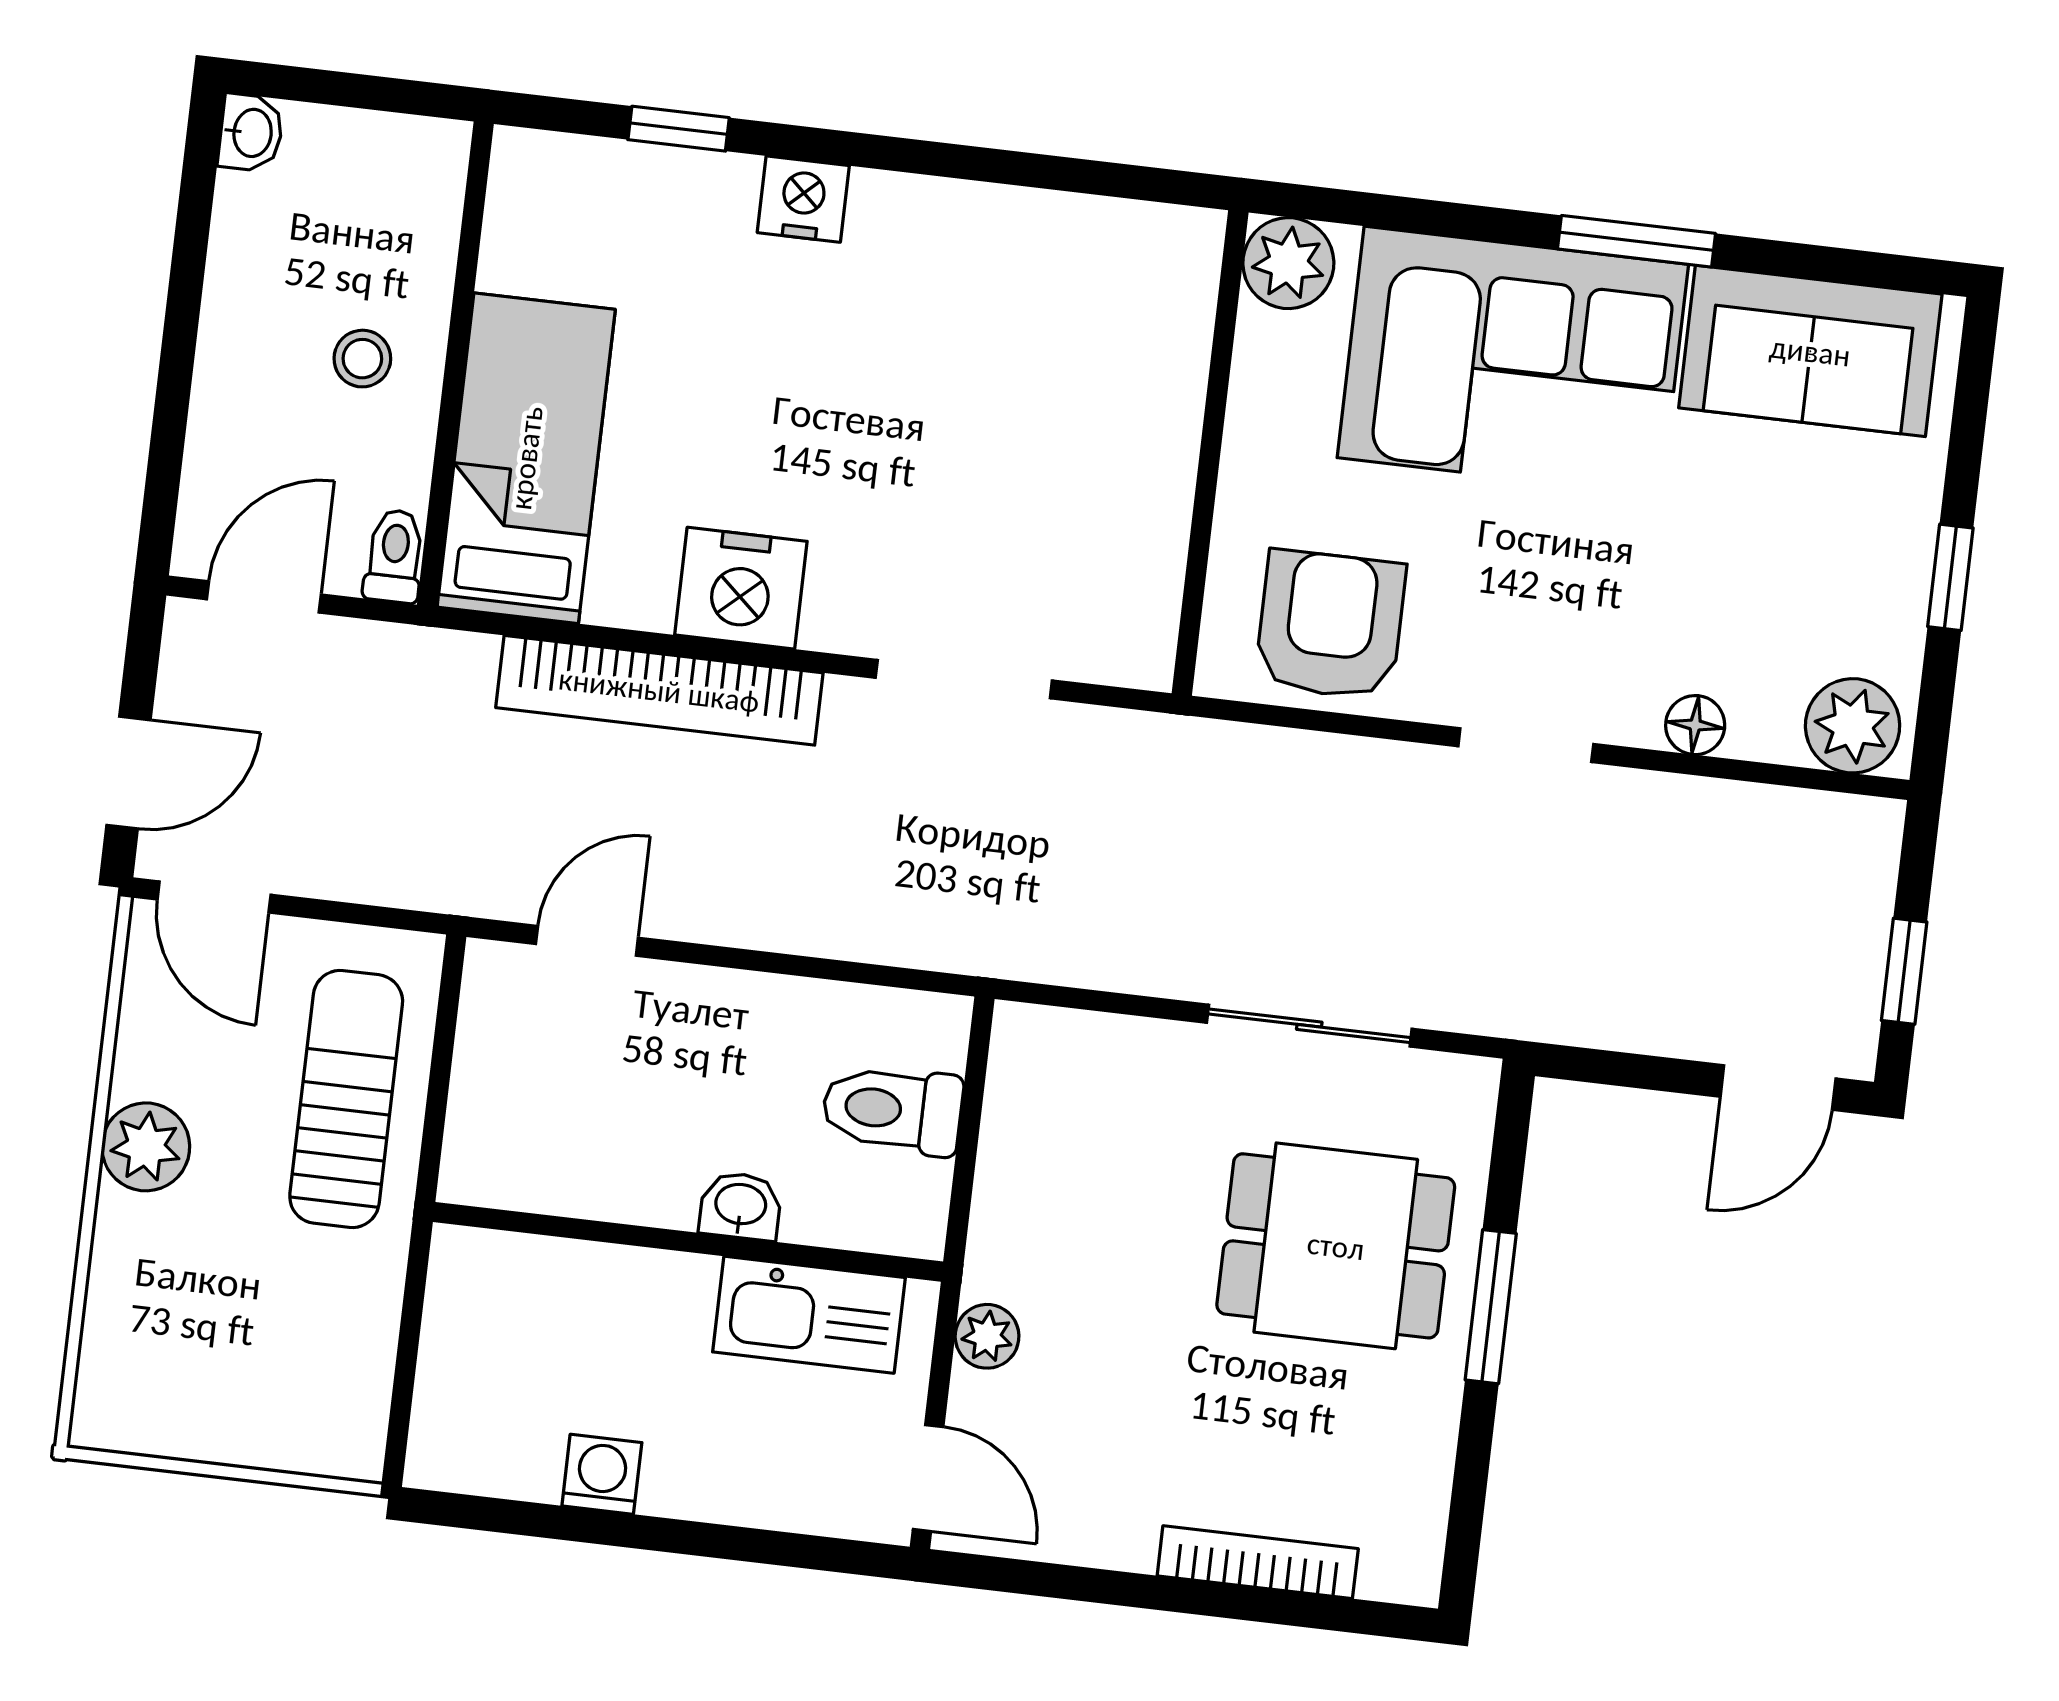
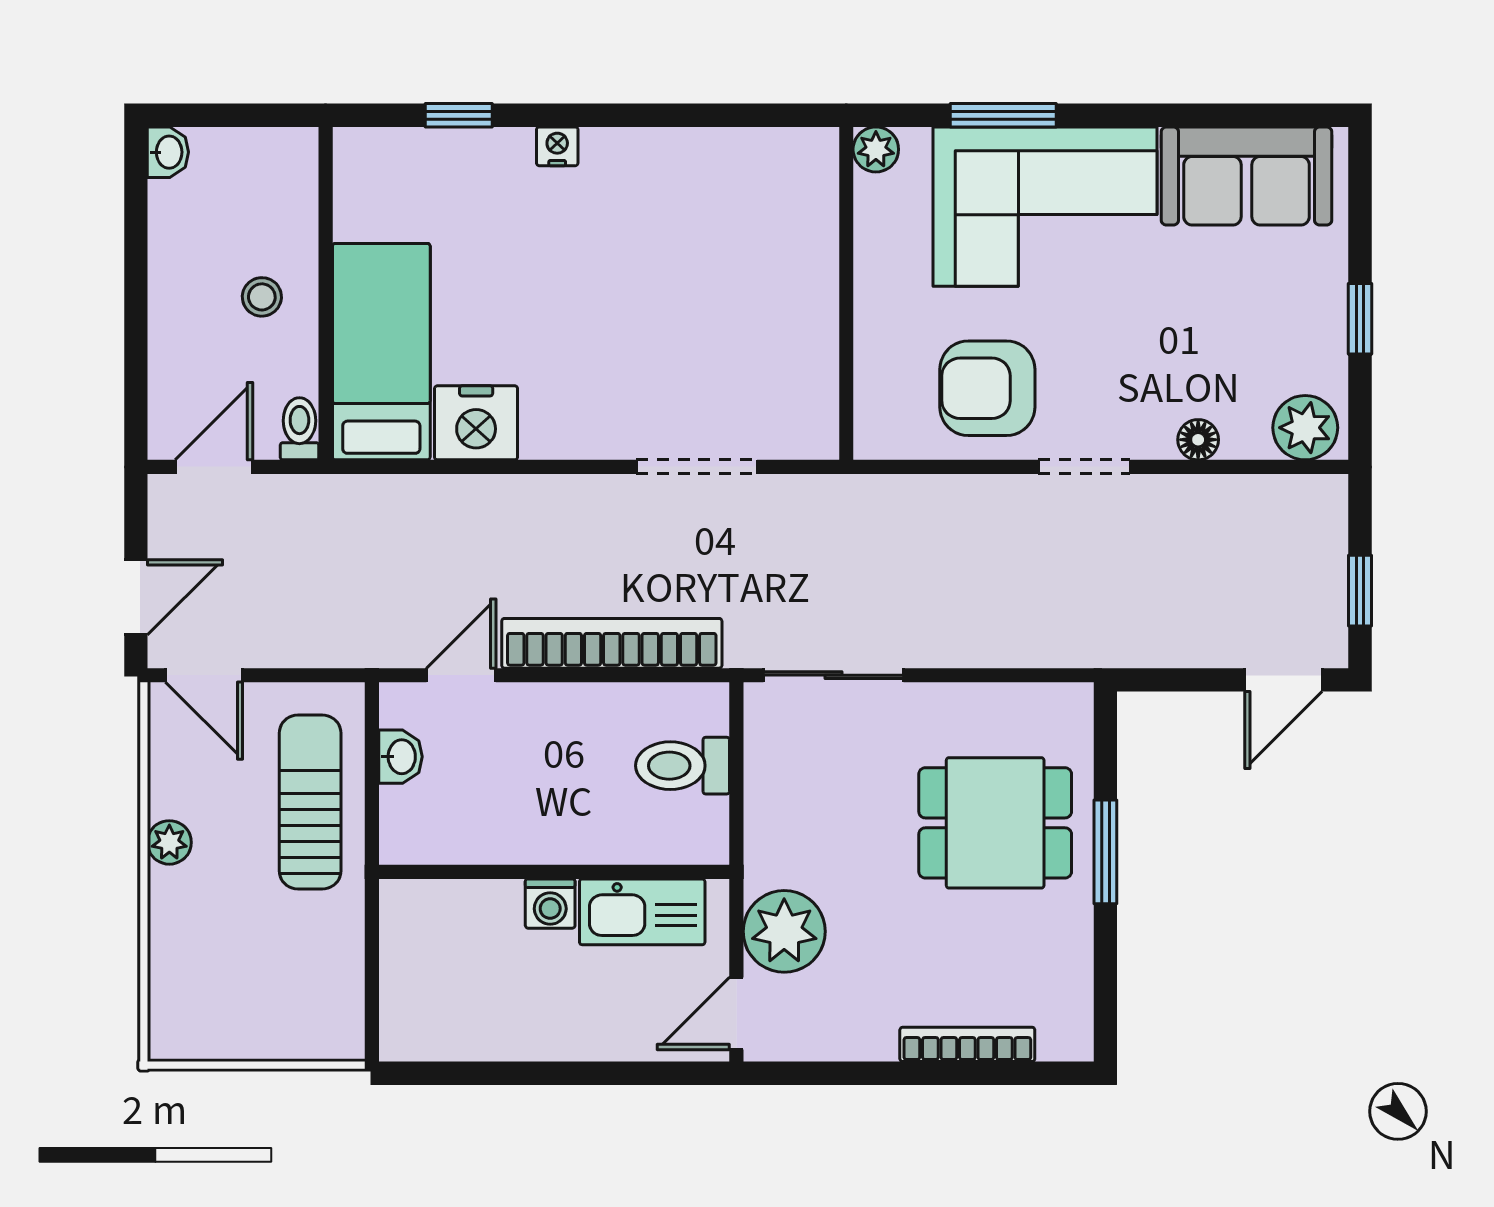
nightstand: (803, 199) -> (557, 146), width x0.72, depth x0.74
window: (1636, 241) -> (1003, 115), moved
plant: (1288, 263) -> (876, 149), width x0.73, depth x0.73
nightstand: (741, 588) -> (476, 423), moved
armchair: (1330, 625) -> (987, 388), moved, turned -90
bookcase: (659, 690) -> (612, 643), moved, turned 180
sliding door: (1309, 1026) -> (834, 675), moved
plant: (146, 1147) -> (169, 842), width x0.73, depth x0.73
washbasin: (740, 1206) -> (400, 757), moved, turned 90
plant: (987, 1336) -> (784, 931), width x1.87, depth x1.87
washing machine: (602, 1474) -> (550, 904), moved, turned 180
door: (928, 1478) -> (736, 1013), swing flipped

